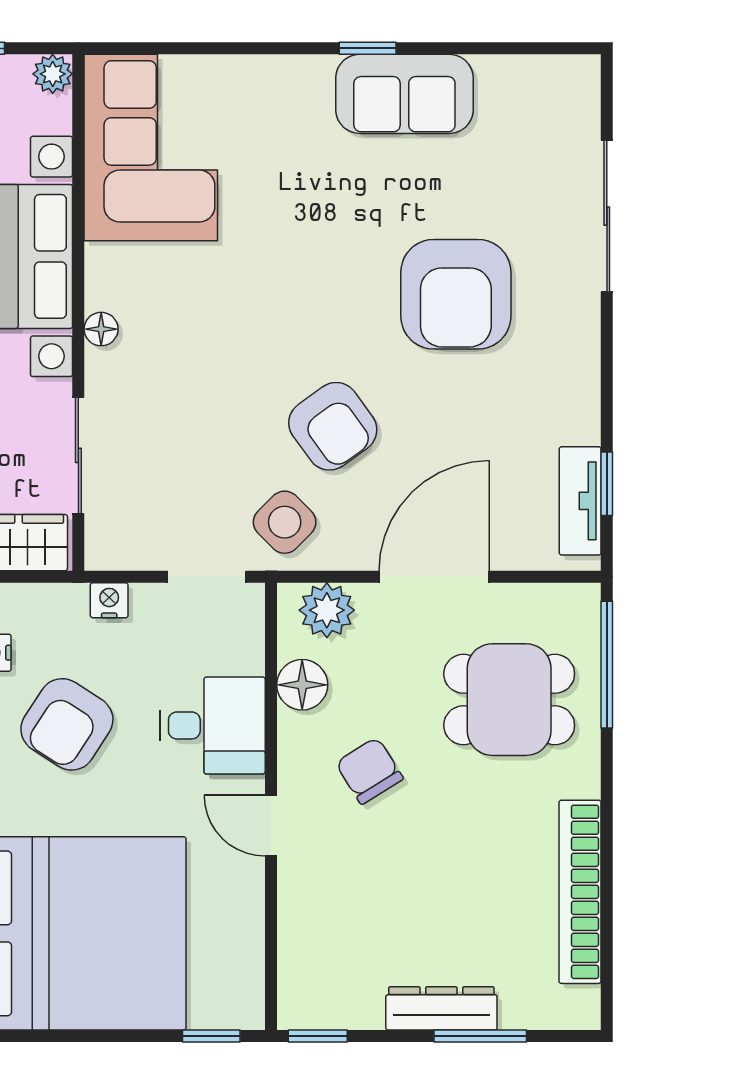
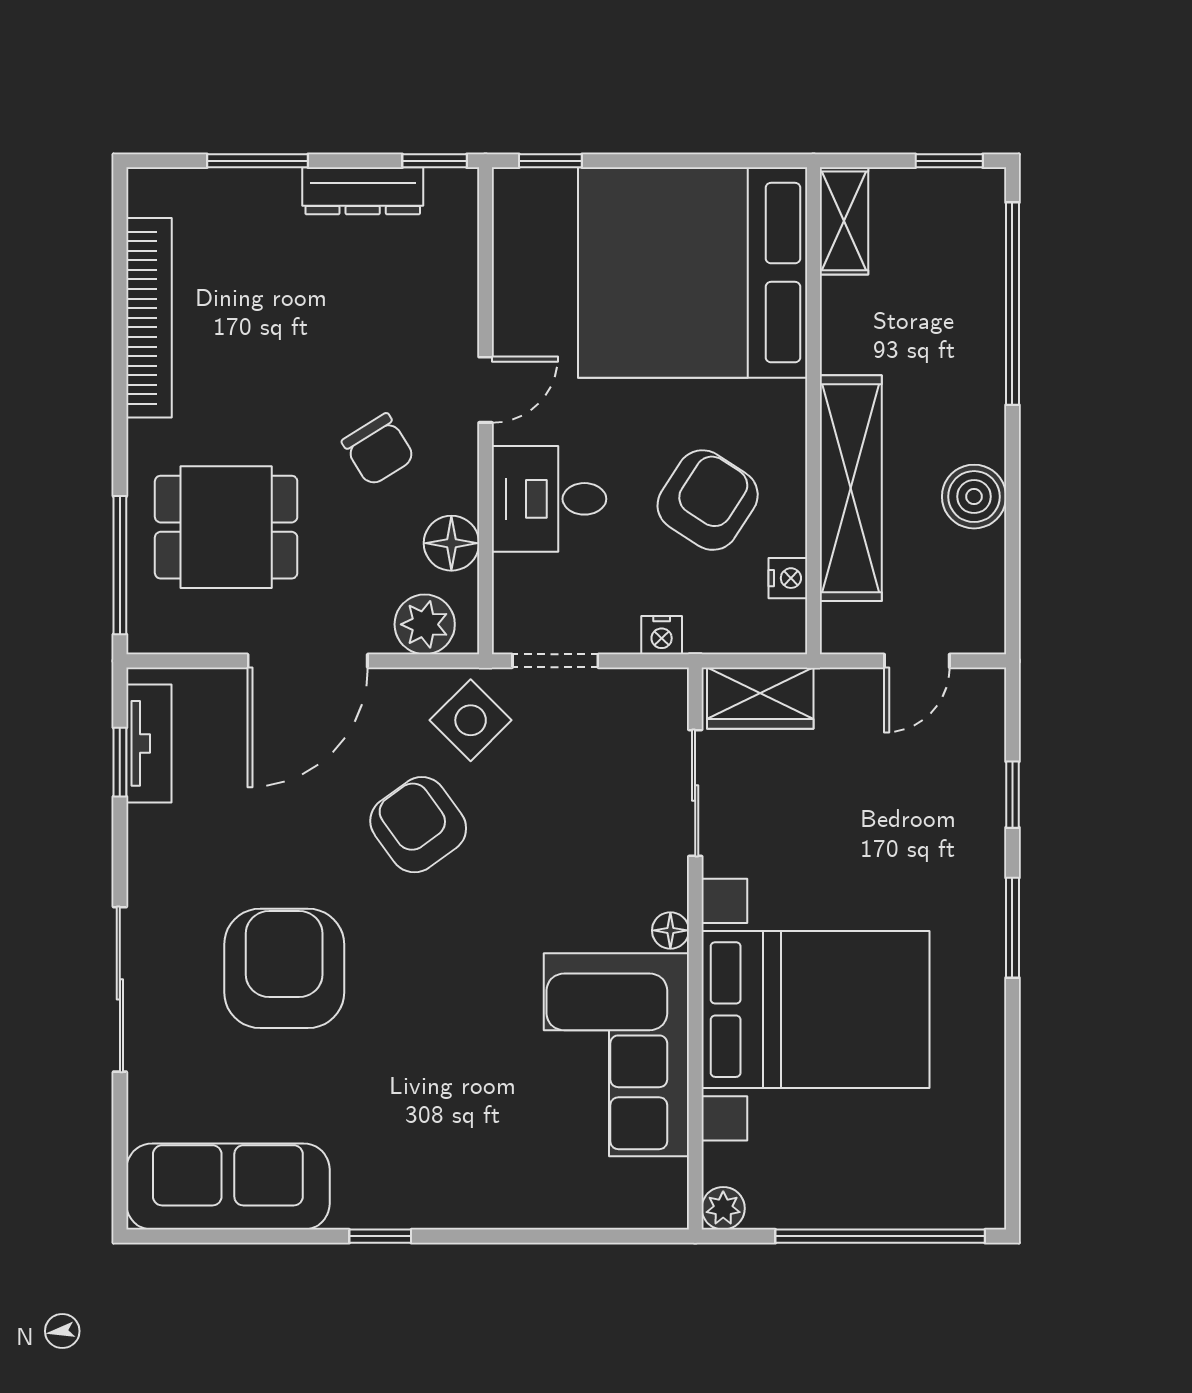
sofa: (404, 94) -> (228, 1187), moved, width x1.36
corner sofa: (151, 147) -> (616, 1055), moved
sliding door: (607, 216) -> (120, 989), moved
door: (271, 826) -> (486, 390), hinge flipped
dresser: (441, 1008) -> (363, 191), moved

